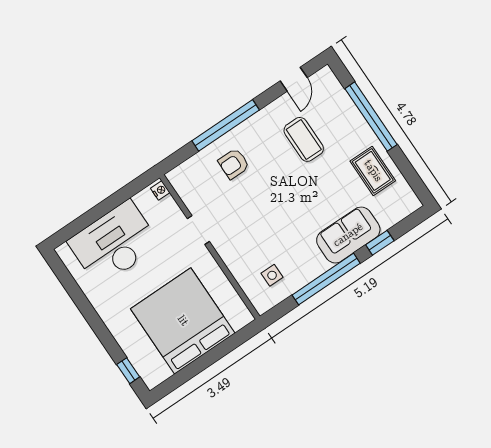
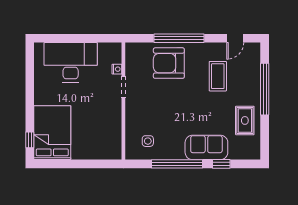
armchair: (234, 164) -> (169, 63), width x1.88, depth x1.88
nightstand: (160, 190) -> (117, 69), moved
bed: (183, 321) -> (52, 133), moved, width x0.73

